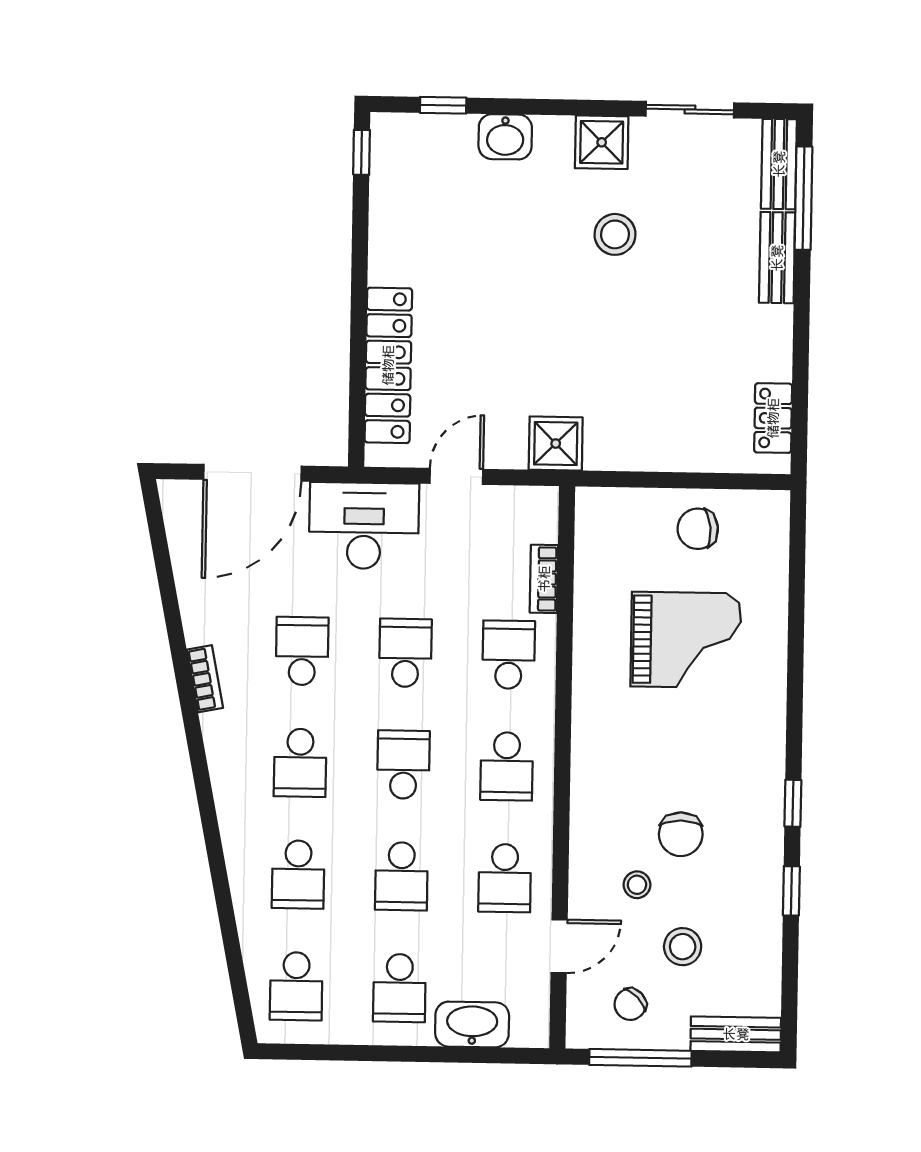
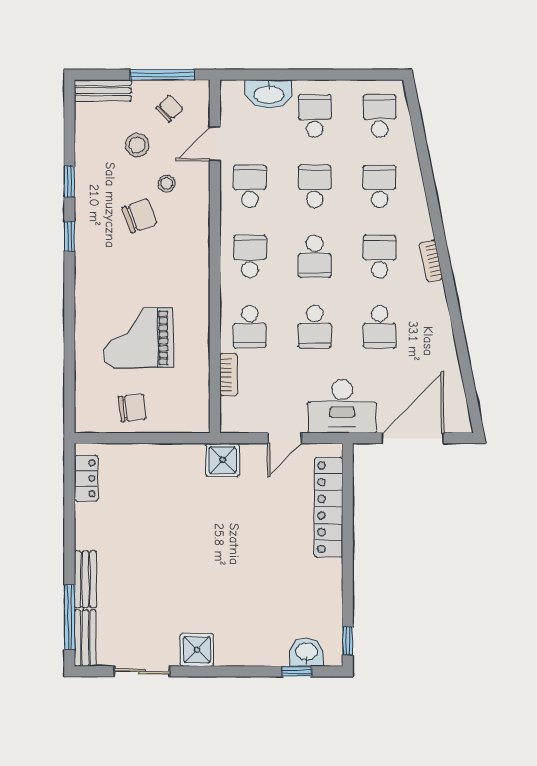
washbasin: (505, 137) -> (306, 652), moved
stool: (615, 234) -> (188, 592), removed
bookcase: (205, 679) -> (431, 261), moved
chair: (681, 834) -> (140, 216), turned 70

